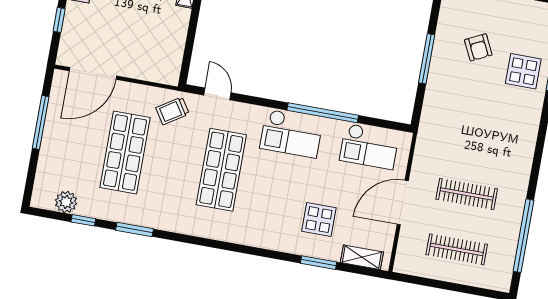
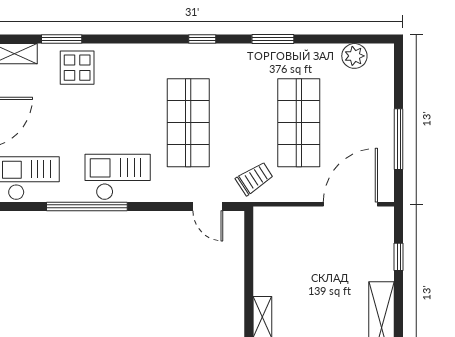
window: (83, 220) -> (202, 39), moved
display table: (319, 220) -> (77, 68), moved

